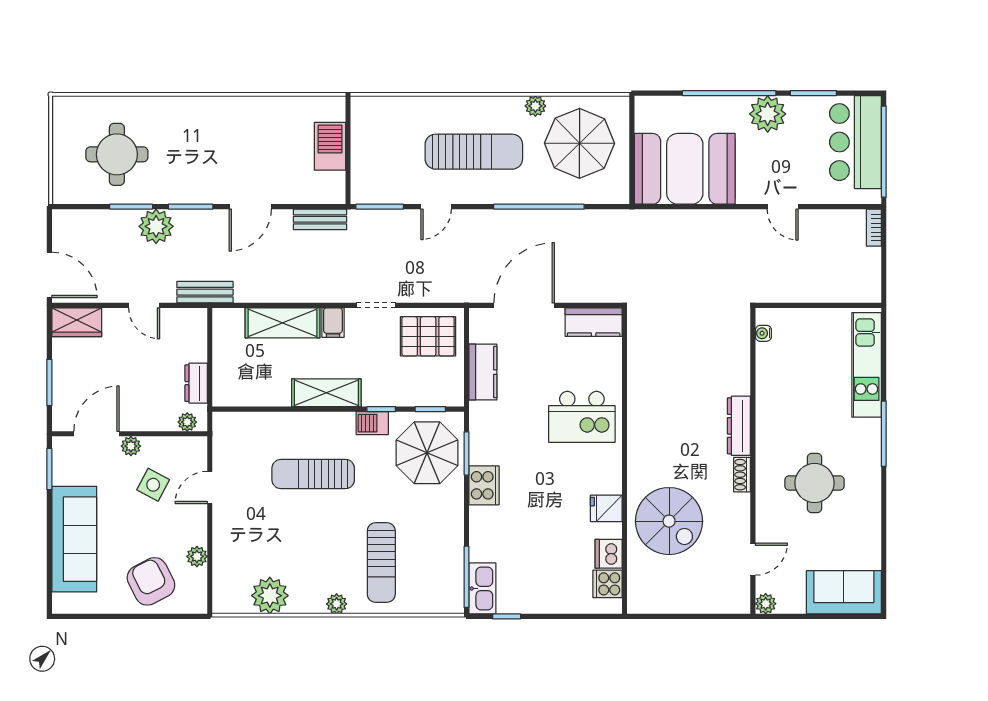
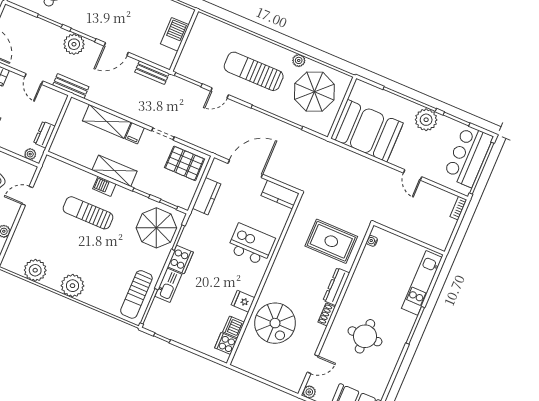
sun lounger: (474, 152) -> (254, 71), turned 180
plant: (156, 226) -> (74, 44), moved
rug: (702, 360) -> (331, 241), added
kitchen island: (582, 417) -> (251, 244), turned 180
barbecue: (372, 423) -> (104, 186), moved
sun lounger: (381, 563) -> (136, 294), moved
kitchen sink: (482, 588) -> (168, 285), moved
plant: (337, 604) -> (73, 286), width x1.87, depth x1.87

